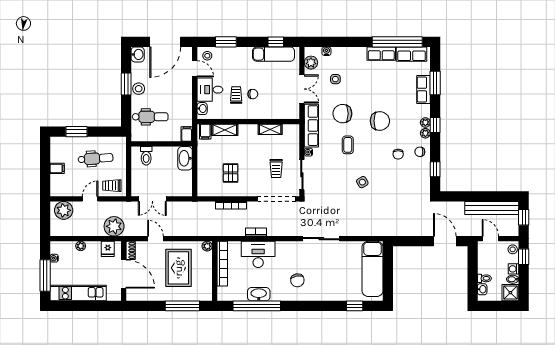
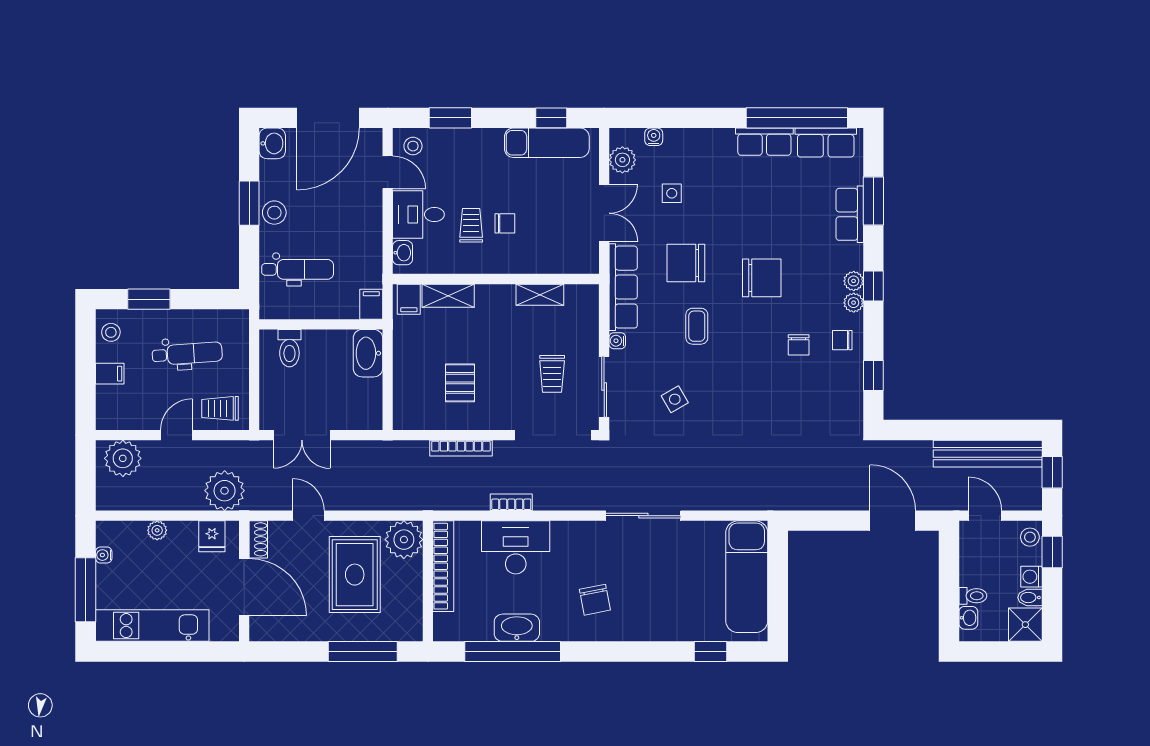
stool: (58, 148) -> (111, 332), added
side table: (362, 182) -> (675, 399), moved
plant: (207, 246) -> (404, 540), width x1.87, depth x1.87

